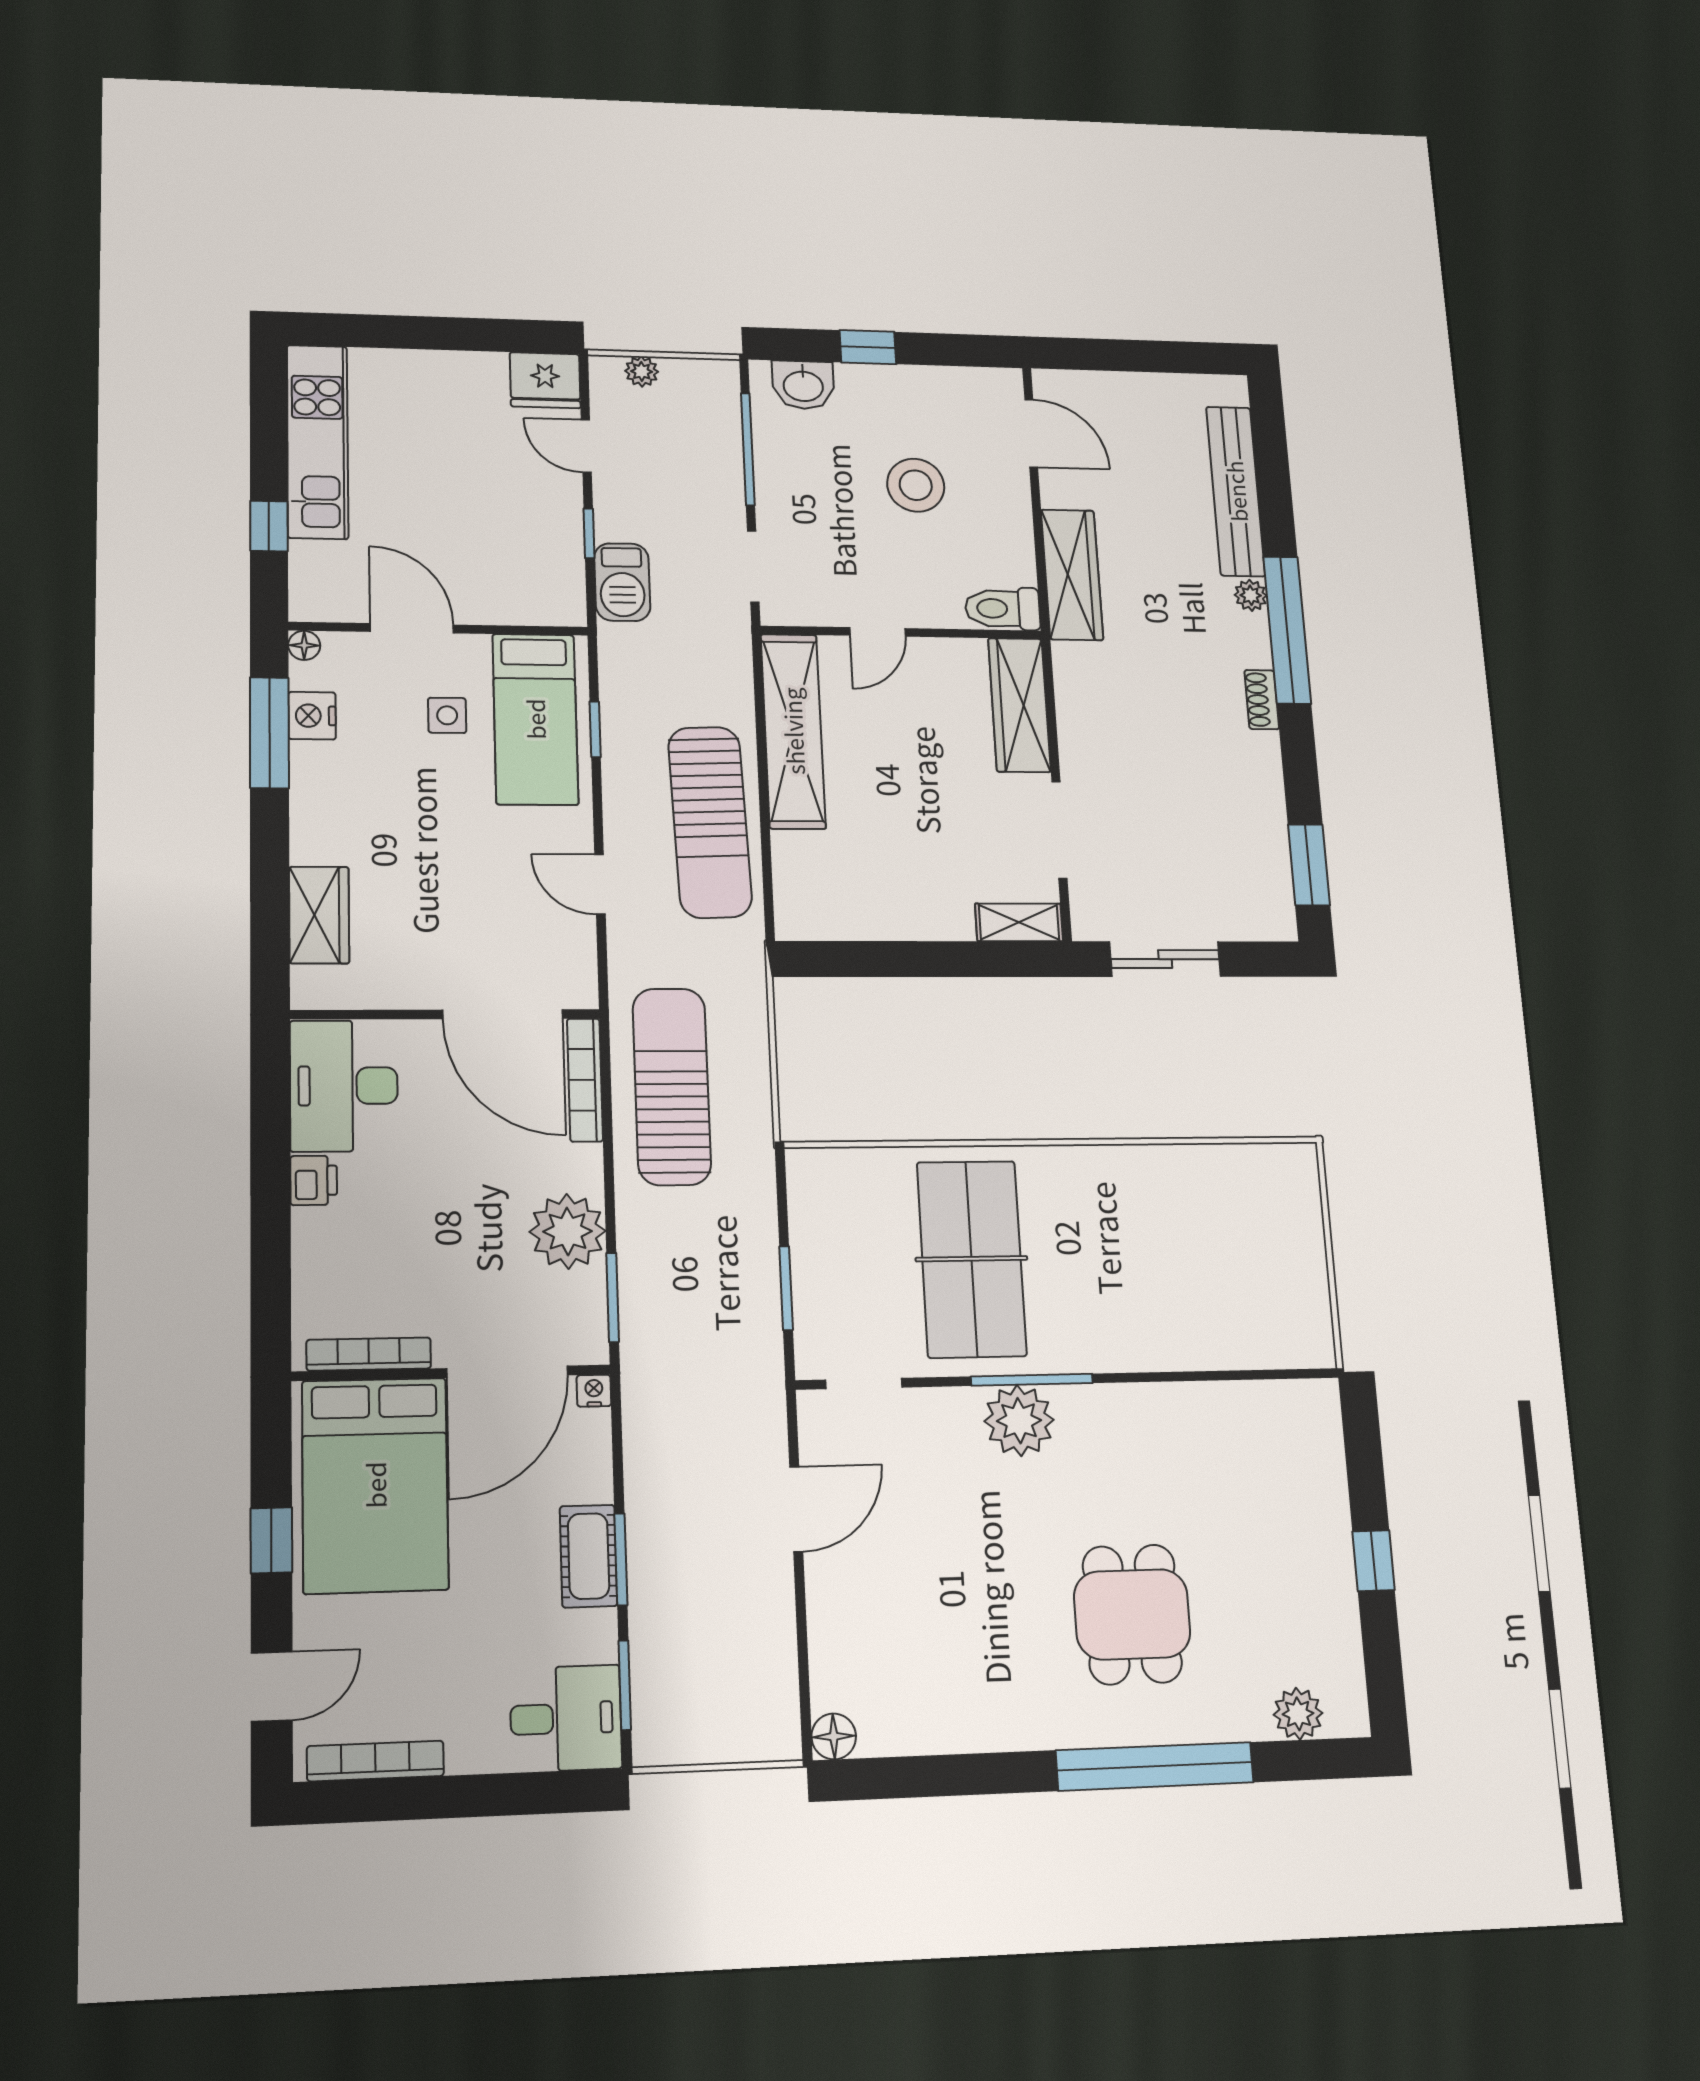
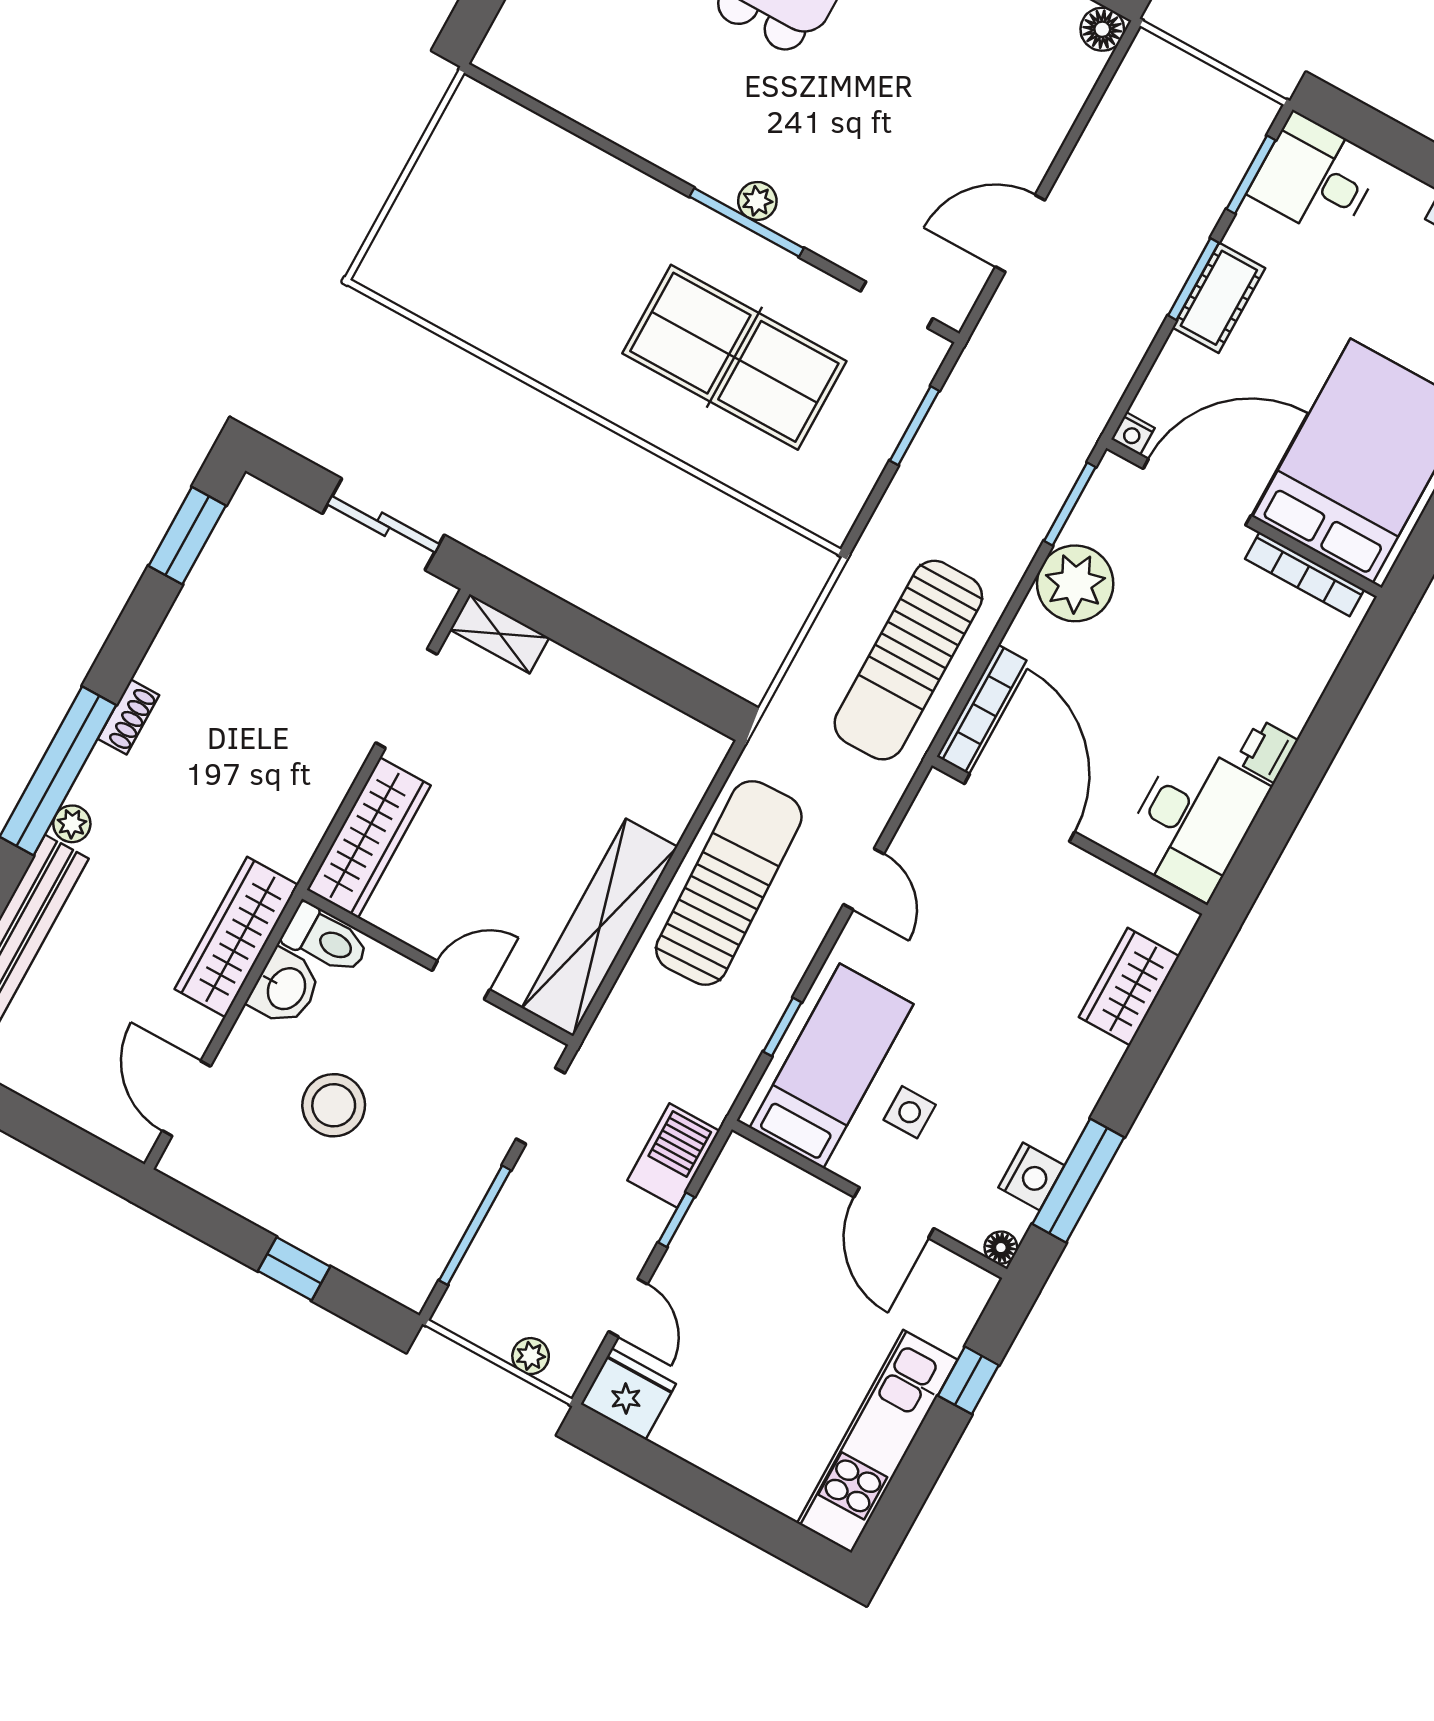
washbasin: (803, 385) -> (285, 988), moved, turned 90
table tennis table: (972, 1259) -> (734, 357), turned 90
plant: (1019, 1421) -> (757, 201), width x0.53, depth x0.53

